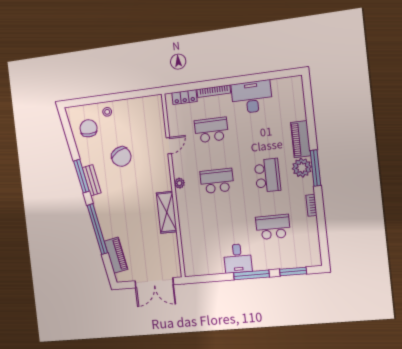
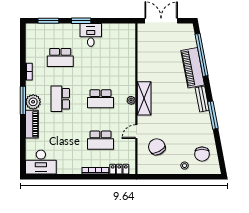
desk: (252, 97) -> (41, 162), moved
chair: (121, 157) -> (157, 147), moved
bench: (92, 180) -> (202, 99), moved
shelving: (167, 212) -> (144, 98), moved
window: (97, 229) -> (201, 55), moved
piano: (116, 255) -> (193, 68), moved, width x1.37, depth x1.33
window: (251, 275) -> (81, 21), width x0.69

